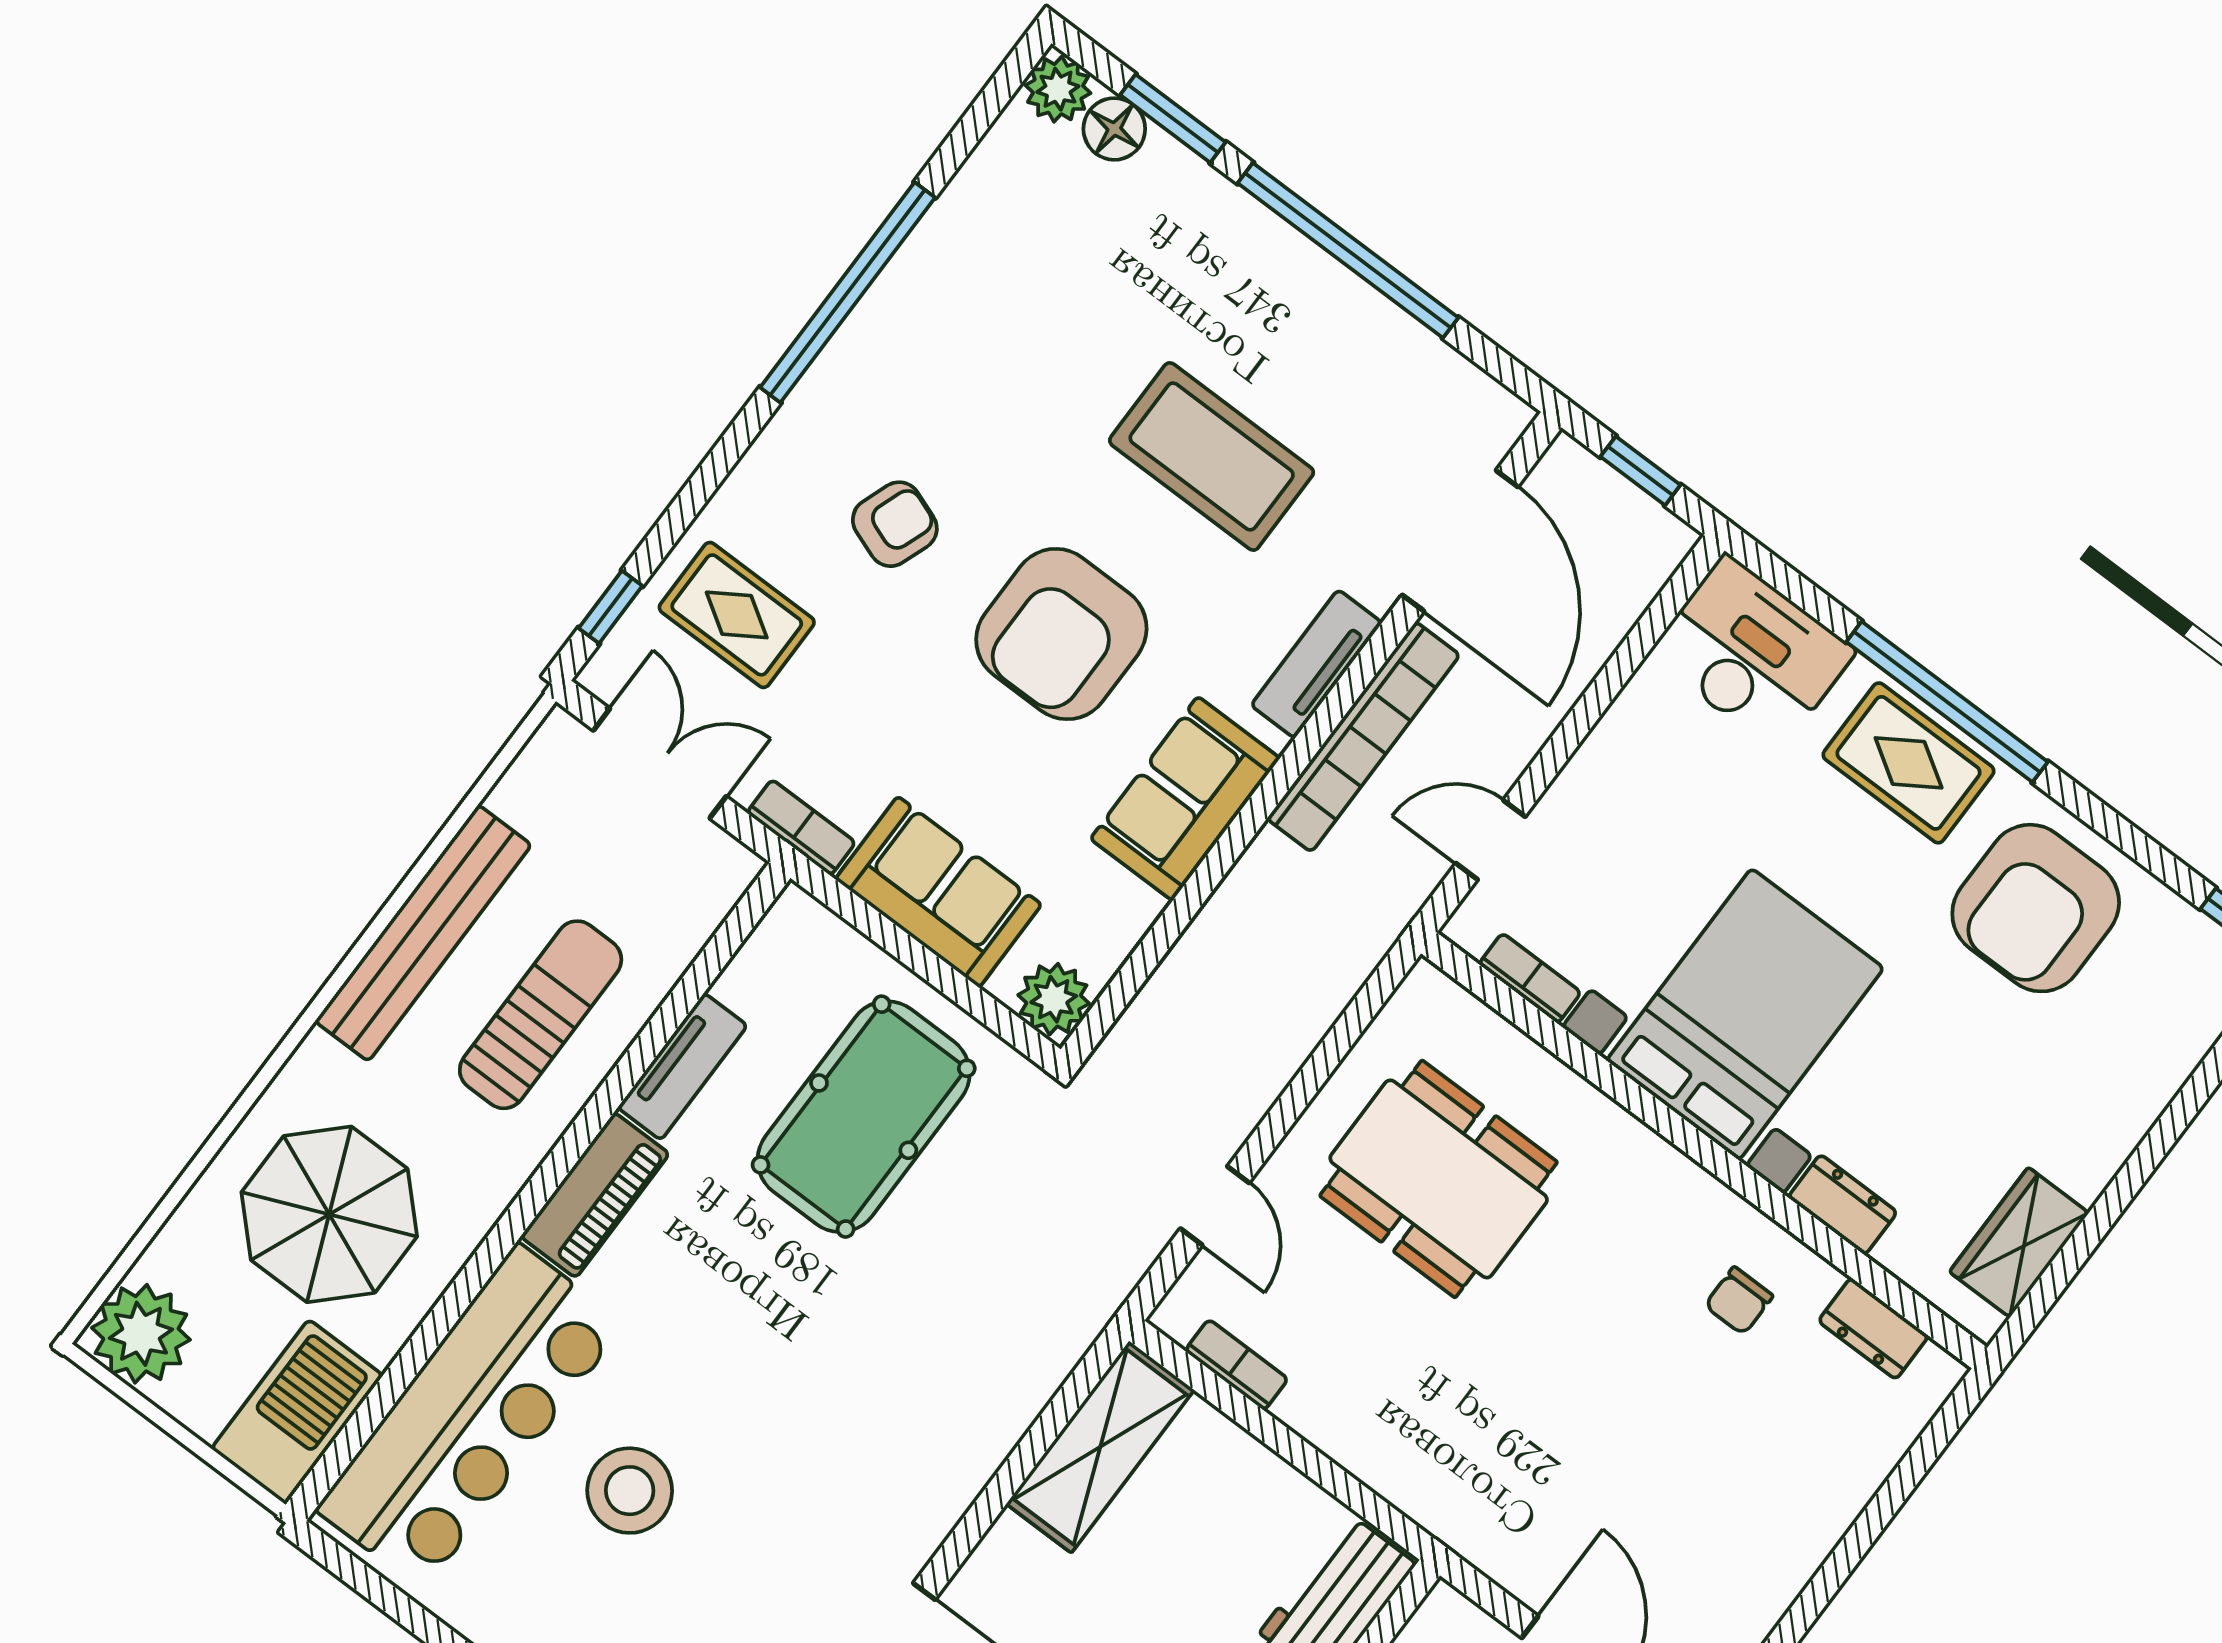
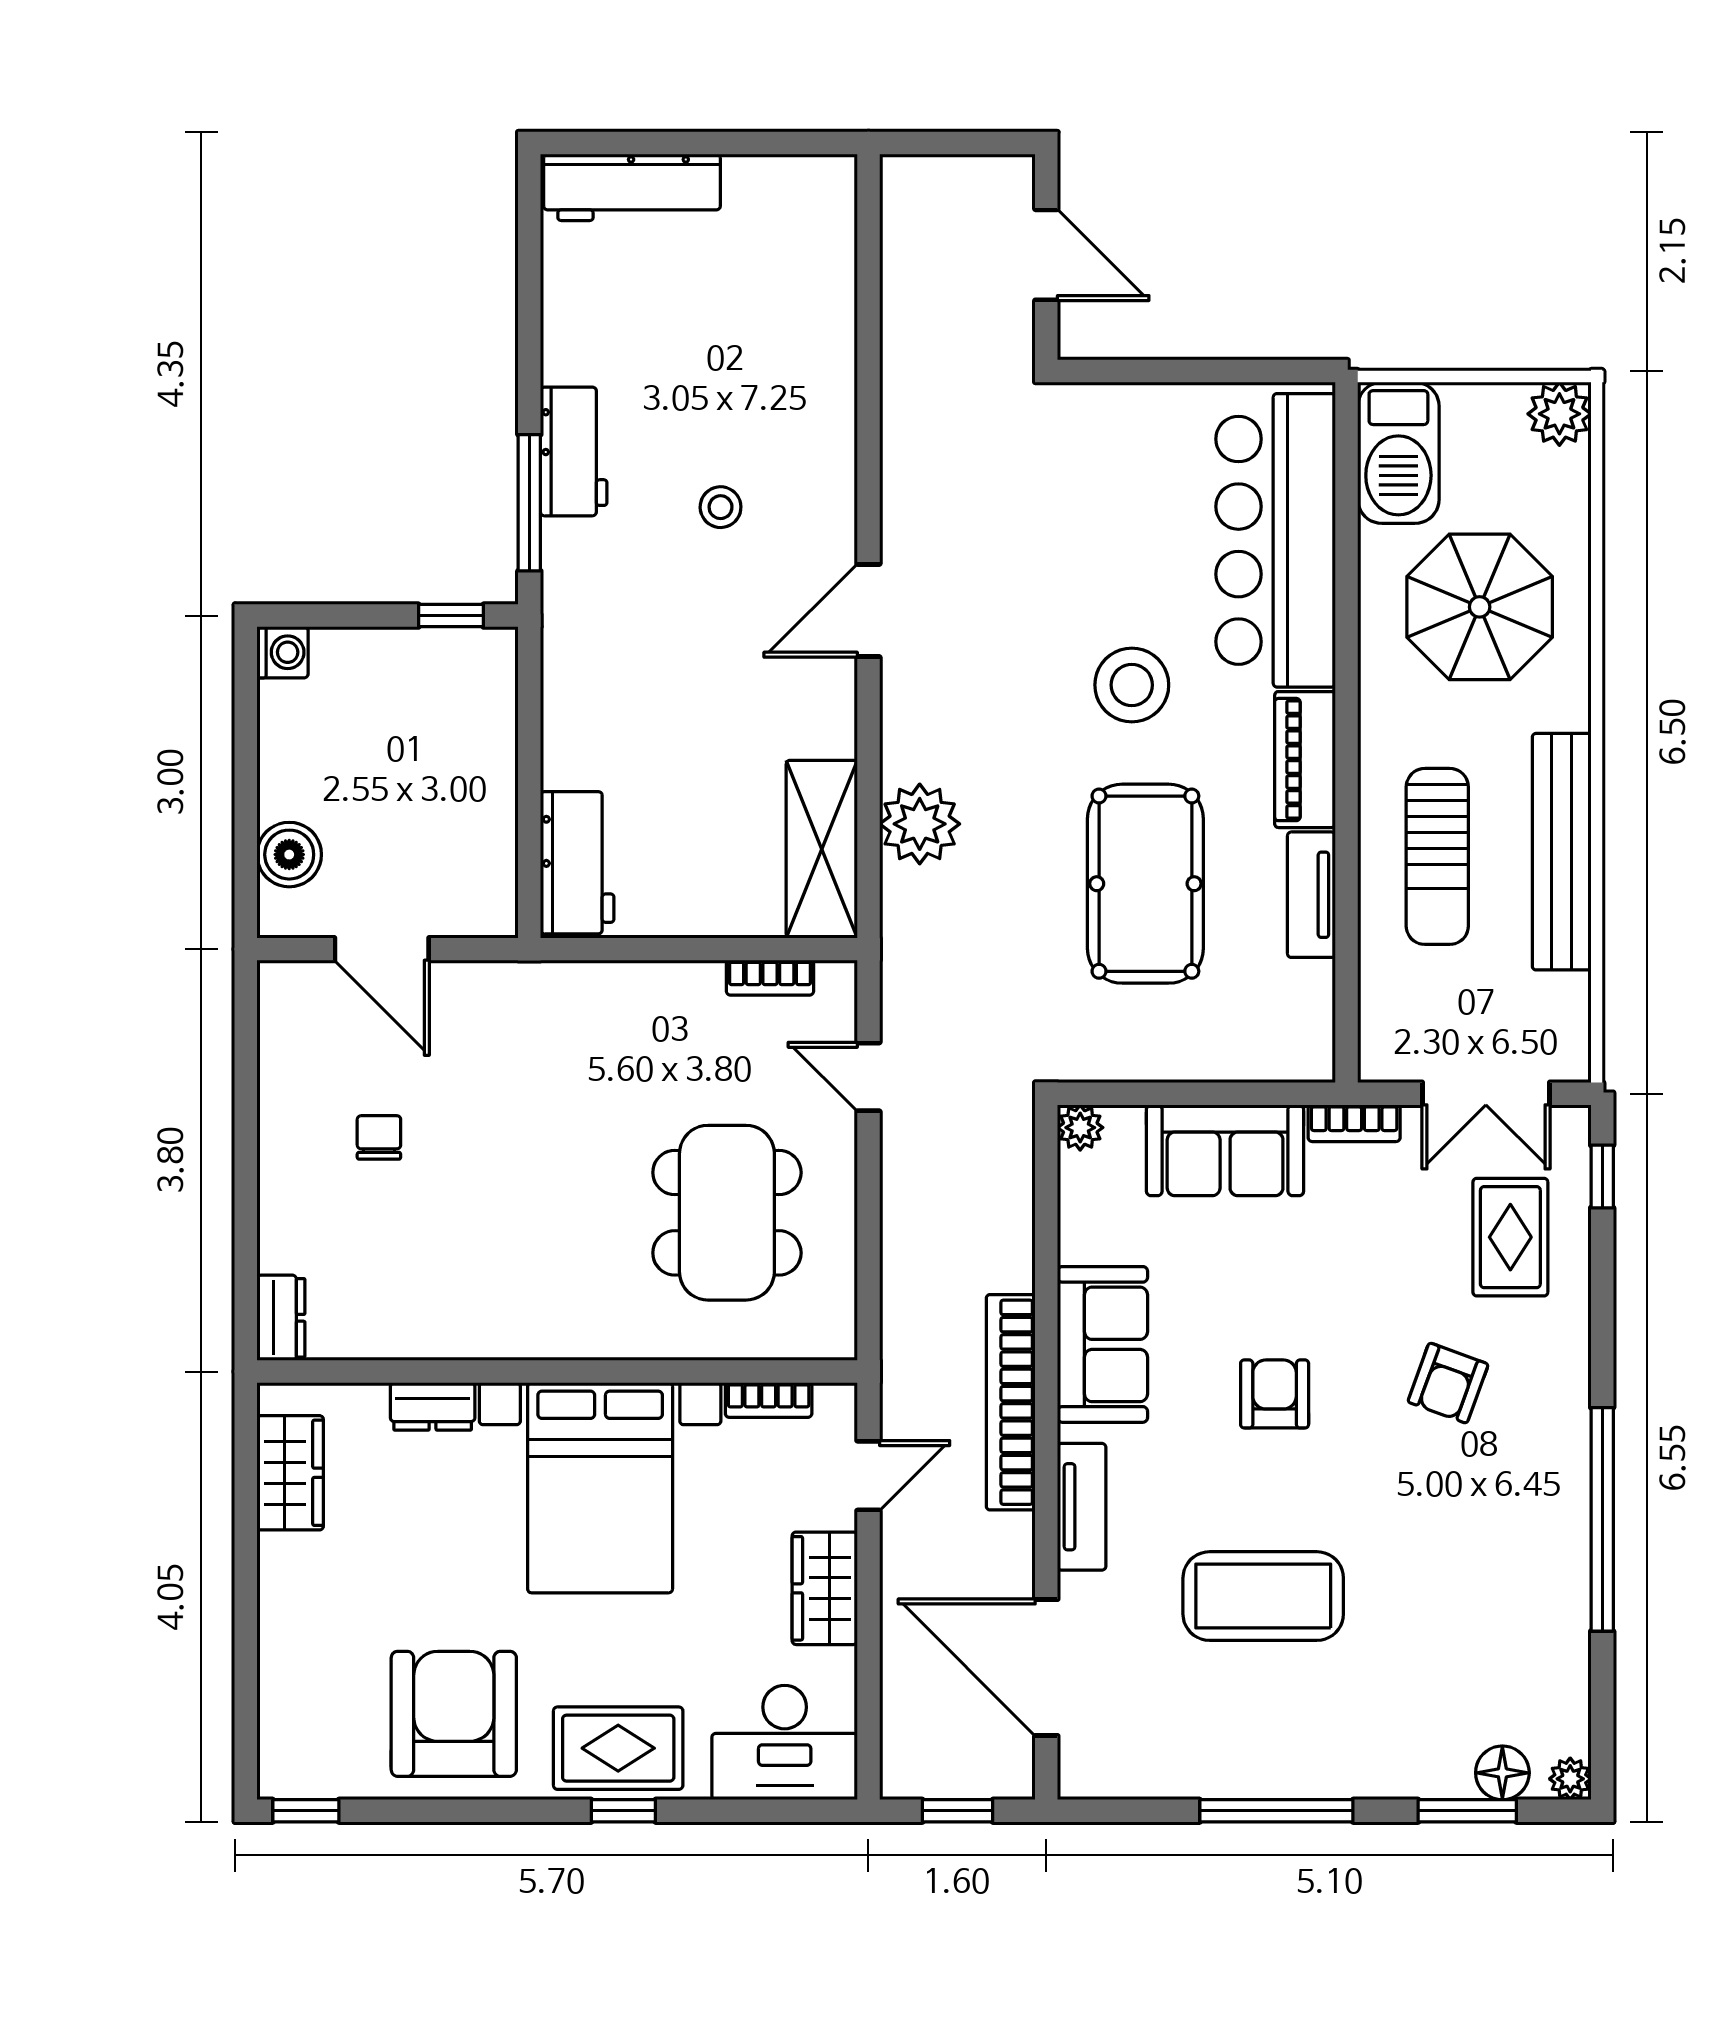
plant: (1058, 89) -> (1570, 1779), width x0.73, depth x0.73
window: (1348, 250) -> (1276, 1811), width x0.68
rug: (737, 615) -> (1510, 1237), turned 90
armchair: (1061, 634) -> (1275, 1394), width x0.53, depth x0.53
window: (1947, 702) -> (623, 1811), width x0.32
bookcase: (1363, 737) -> (1011, 1402), moved
wardrobe: (1609, 767) -> (825, 1588), added
plant: (1054, 999) -> (1080, 1128), width x0.73, depth x0.73
pool table: (864, 1117) -> (1145, 884), moved
dining table: (1439, 1179) -> (727, 1213), turned 90
chair: (1739, 1301) -> (379, 1137), moved
dresser: (1873, 1329) -> (281, 1318), moved, turned 90
plant: (141, 1334) -> (1559, 414), width x0.73, depth x0.73
plant: (993, 1402) -> (920, 824), added
stool: (630, 1491) -> (1132, 685), moved

